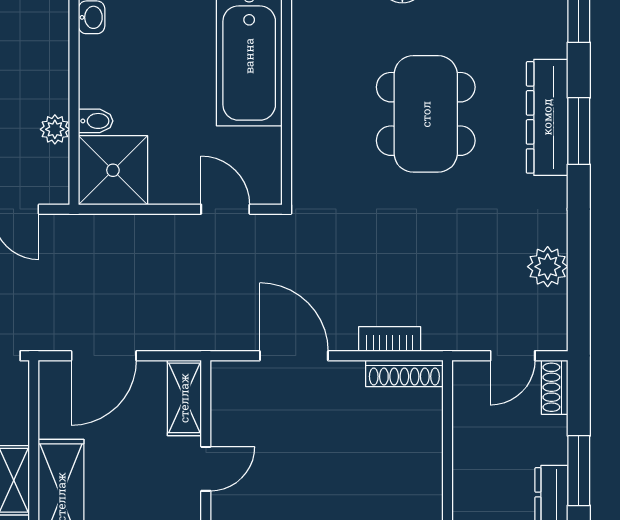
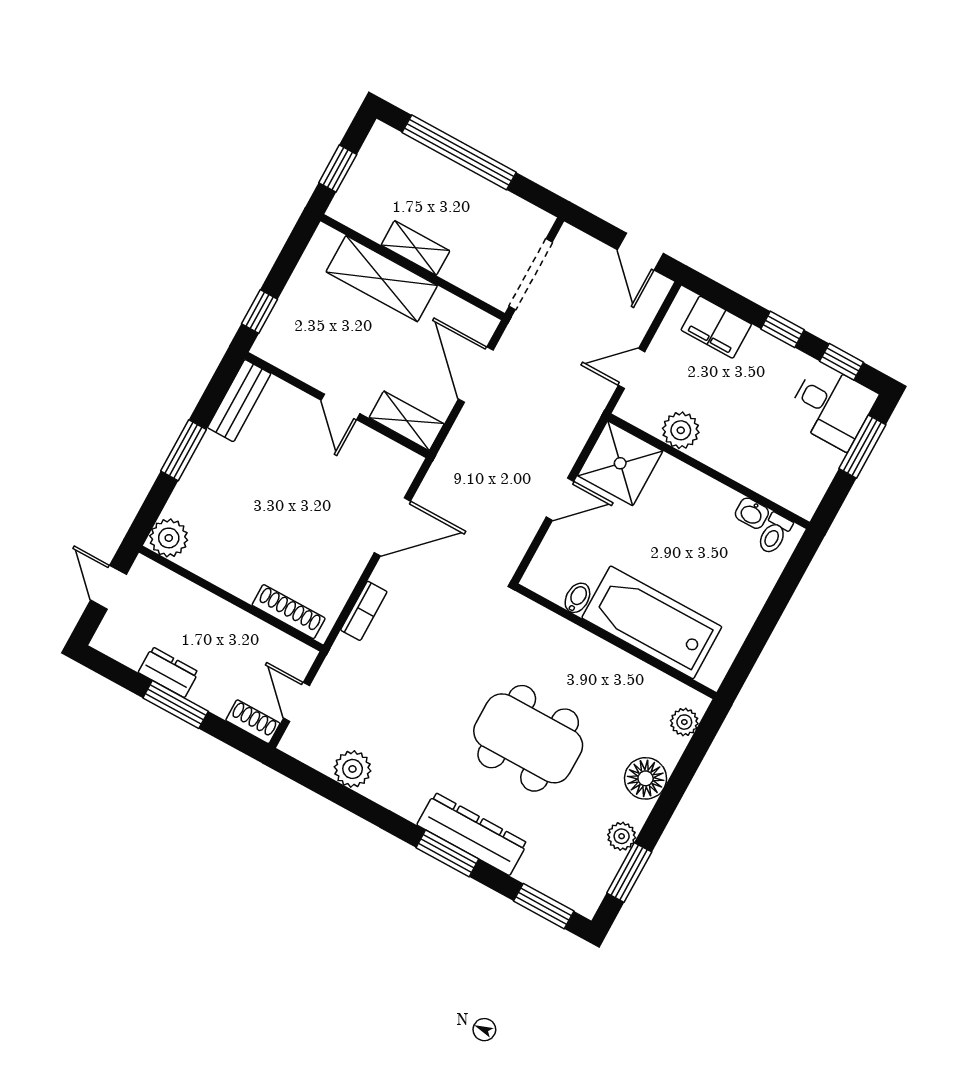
bidet: (96, 121) -> (577, 598), moved, turned 180
plant: (55, 129) -> (681, 430), width x1.38, depth x1.38
door: (225, 209) -> (560, 499), moved
shoe rack: (404, 373) -> (289, 612), moved, turned 90

